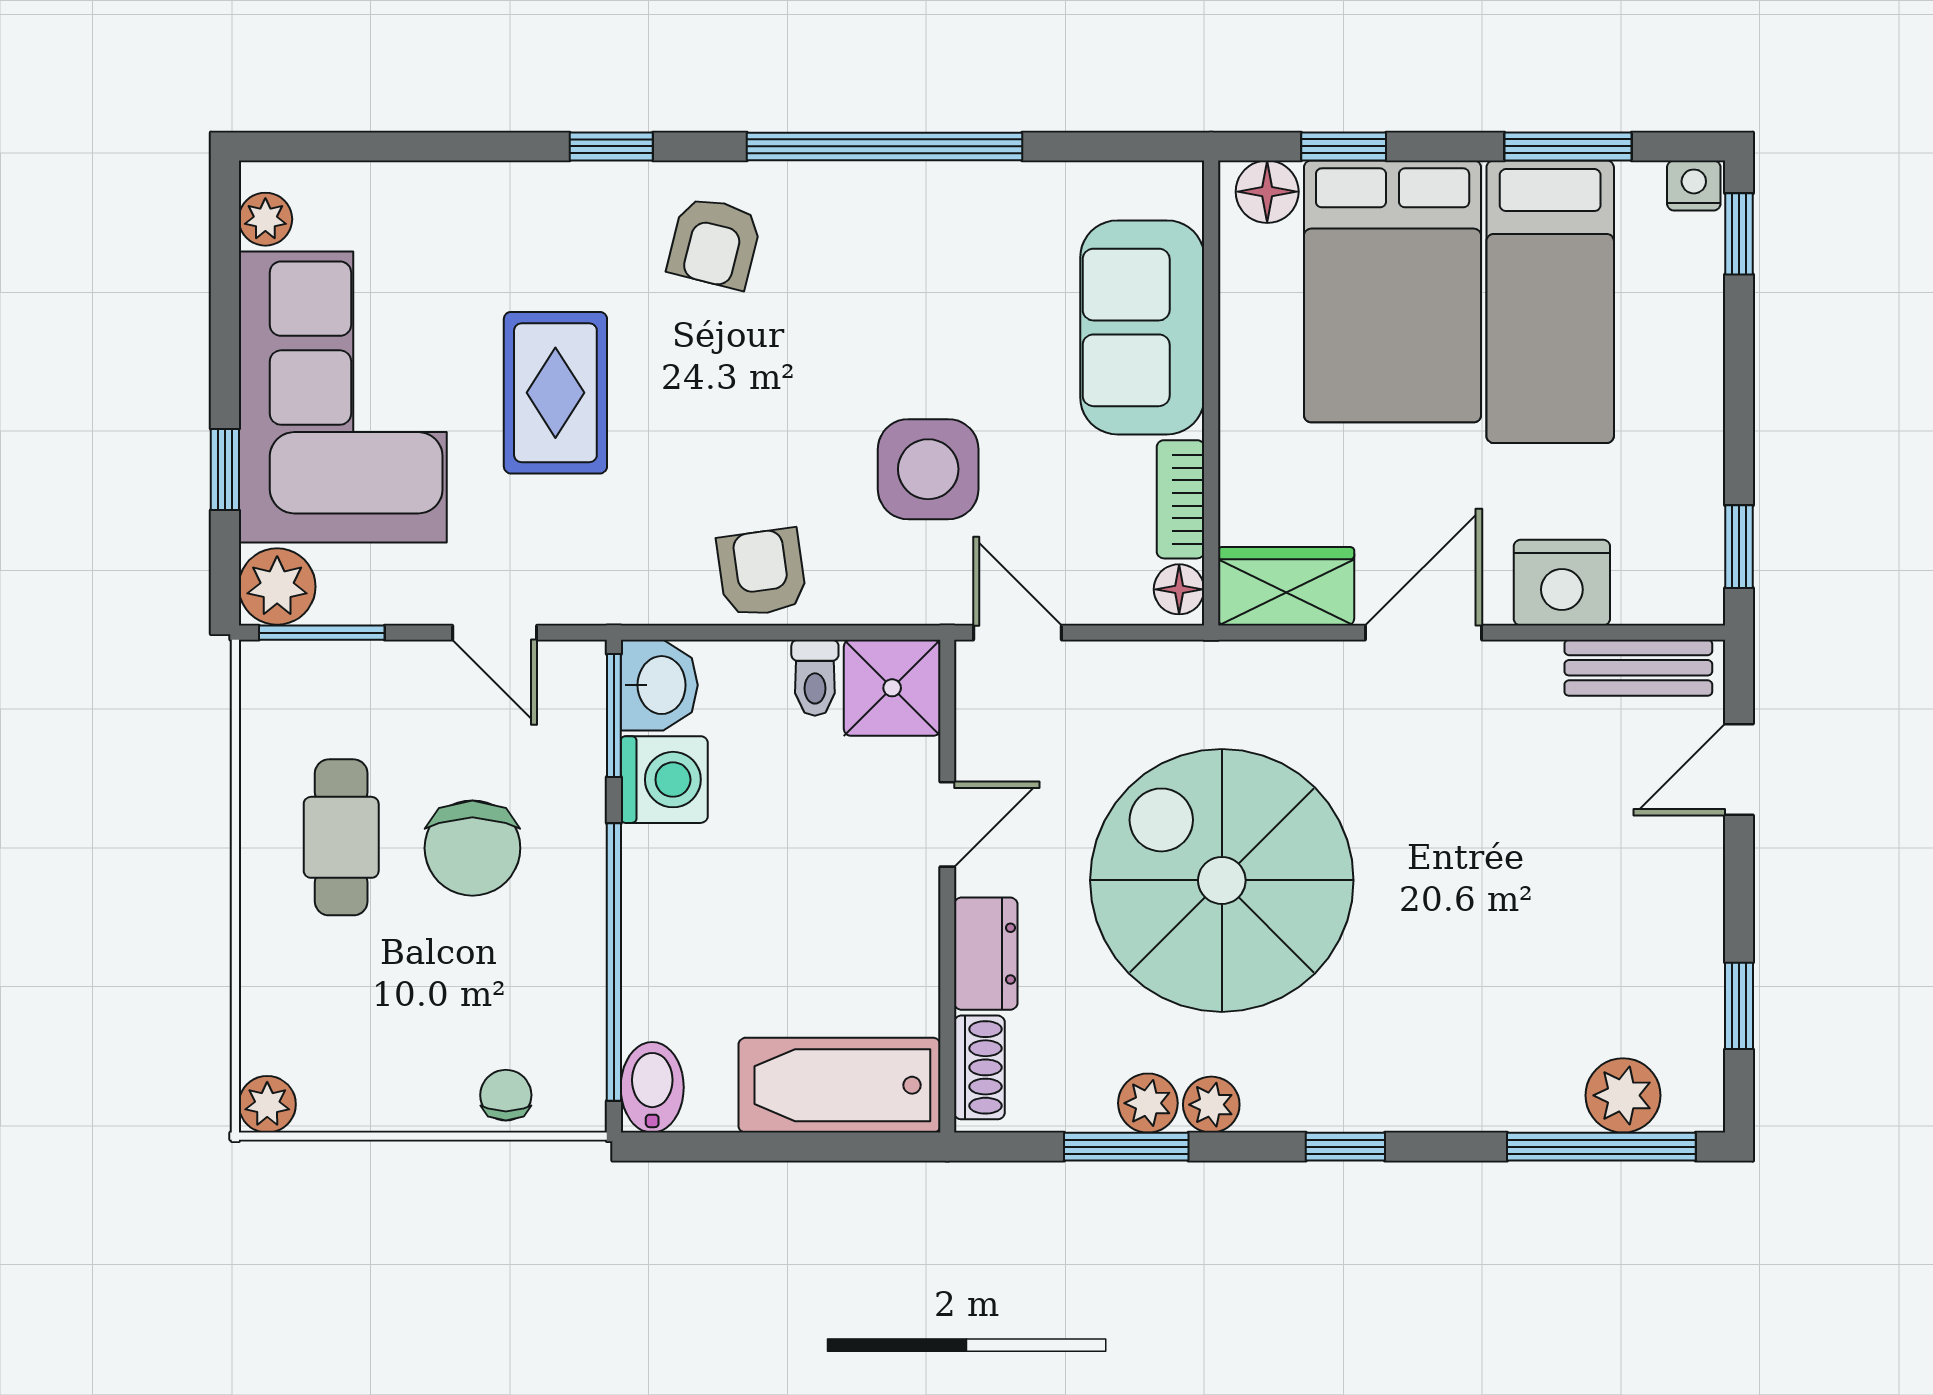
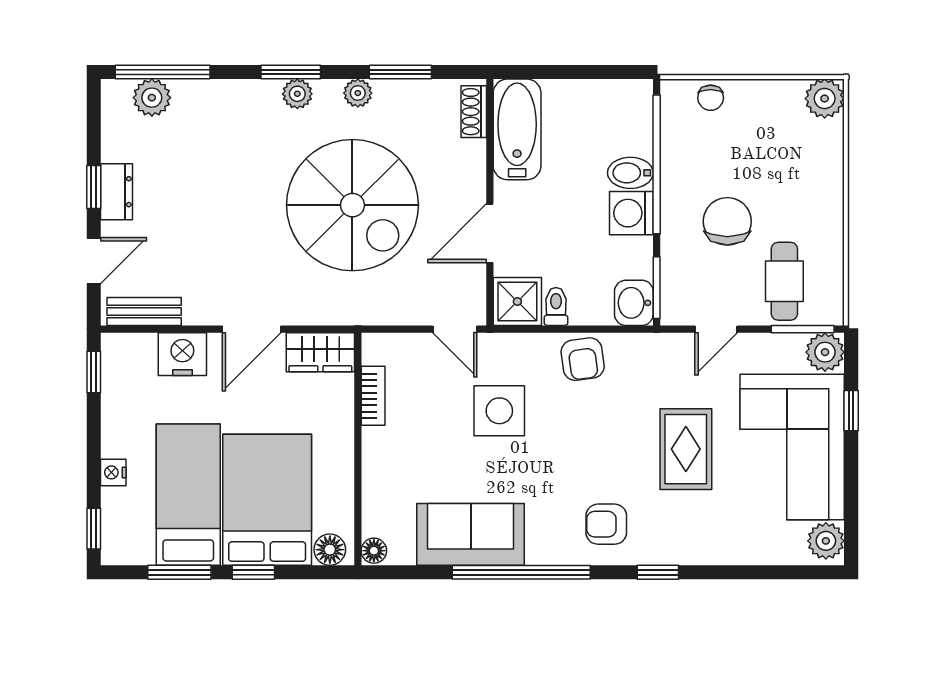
window: (1344, 146) -> (253, 572), moved
nightstand: (1694, 185) -> (113, 472), moved, turned 90
plant: (265, 219) -> (826, 541), width x1.38, depth x1.38
armchair: (714, 243) -> (606, 524), turned -104
sofa: (1142, 327) -> (471, 534), moved, turned -90
floor lamp: (1179, 589) -> (374, 551), moved
door: (495, 633) -> (716, 329), swing flipped
washing machine: (664, 780) -> (631, 213), moved
door: (947, 824) -> (490, 233), width x1.38
cafe table: (341, 837) -> (784, 281), moved
dresser: (986, 954) -> (117, 192), moved, turned 180
window: (1739, 1006) -> (94, 187), moved
bathtub: (839, 1085) -> (517, 129), moved, turned -90
bidet: (652, 1087) -> (630, 173), moved, turned 90
plant: (1148, 1103) -> (297, 94), moved
plant: (267, 1104) -> (825, 99), width x1.38, depth x1.38
window: (1345, 1147) -> (291, 72), width x1.50

